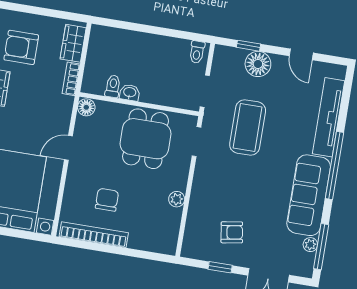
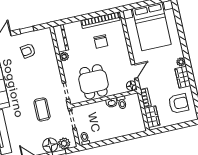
plant: (234, 58) -> (64, 143), added
coffee table: (248, 127) -> (42, 109), width x0.73, depth x0.76
door: (68, 148) -> (135, 71), moved
dresser: (170, 231) -> (61, 38), added

